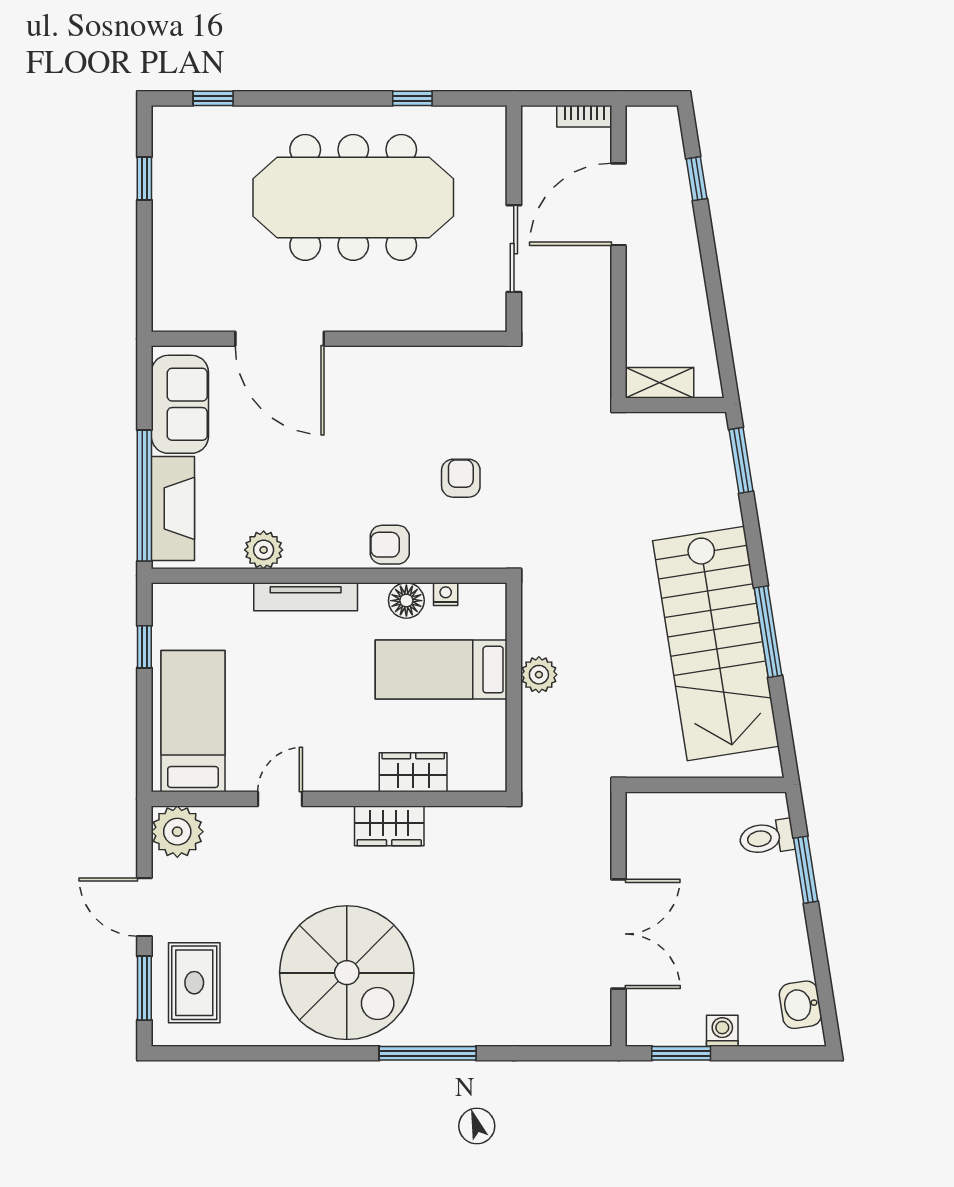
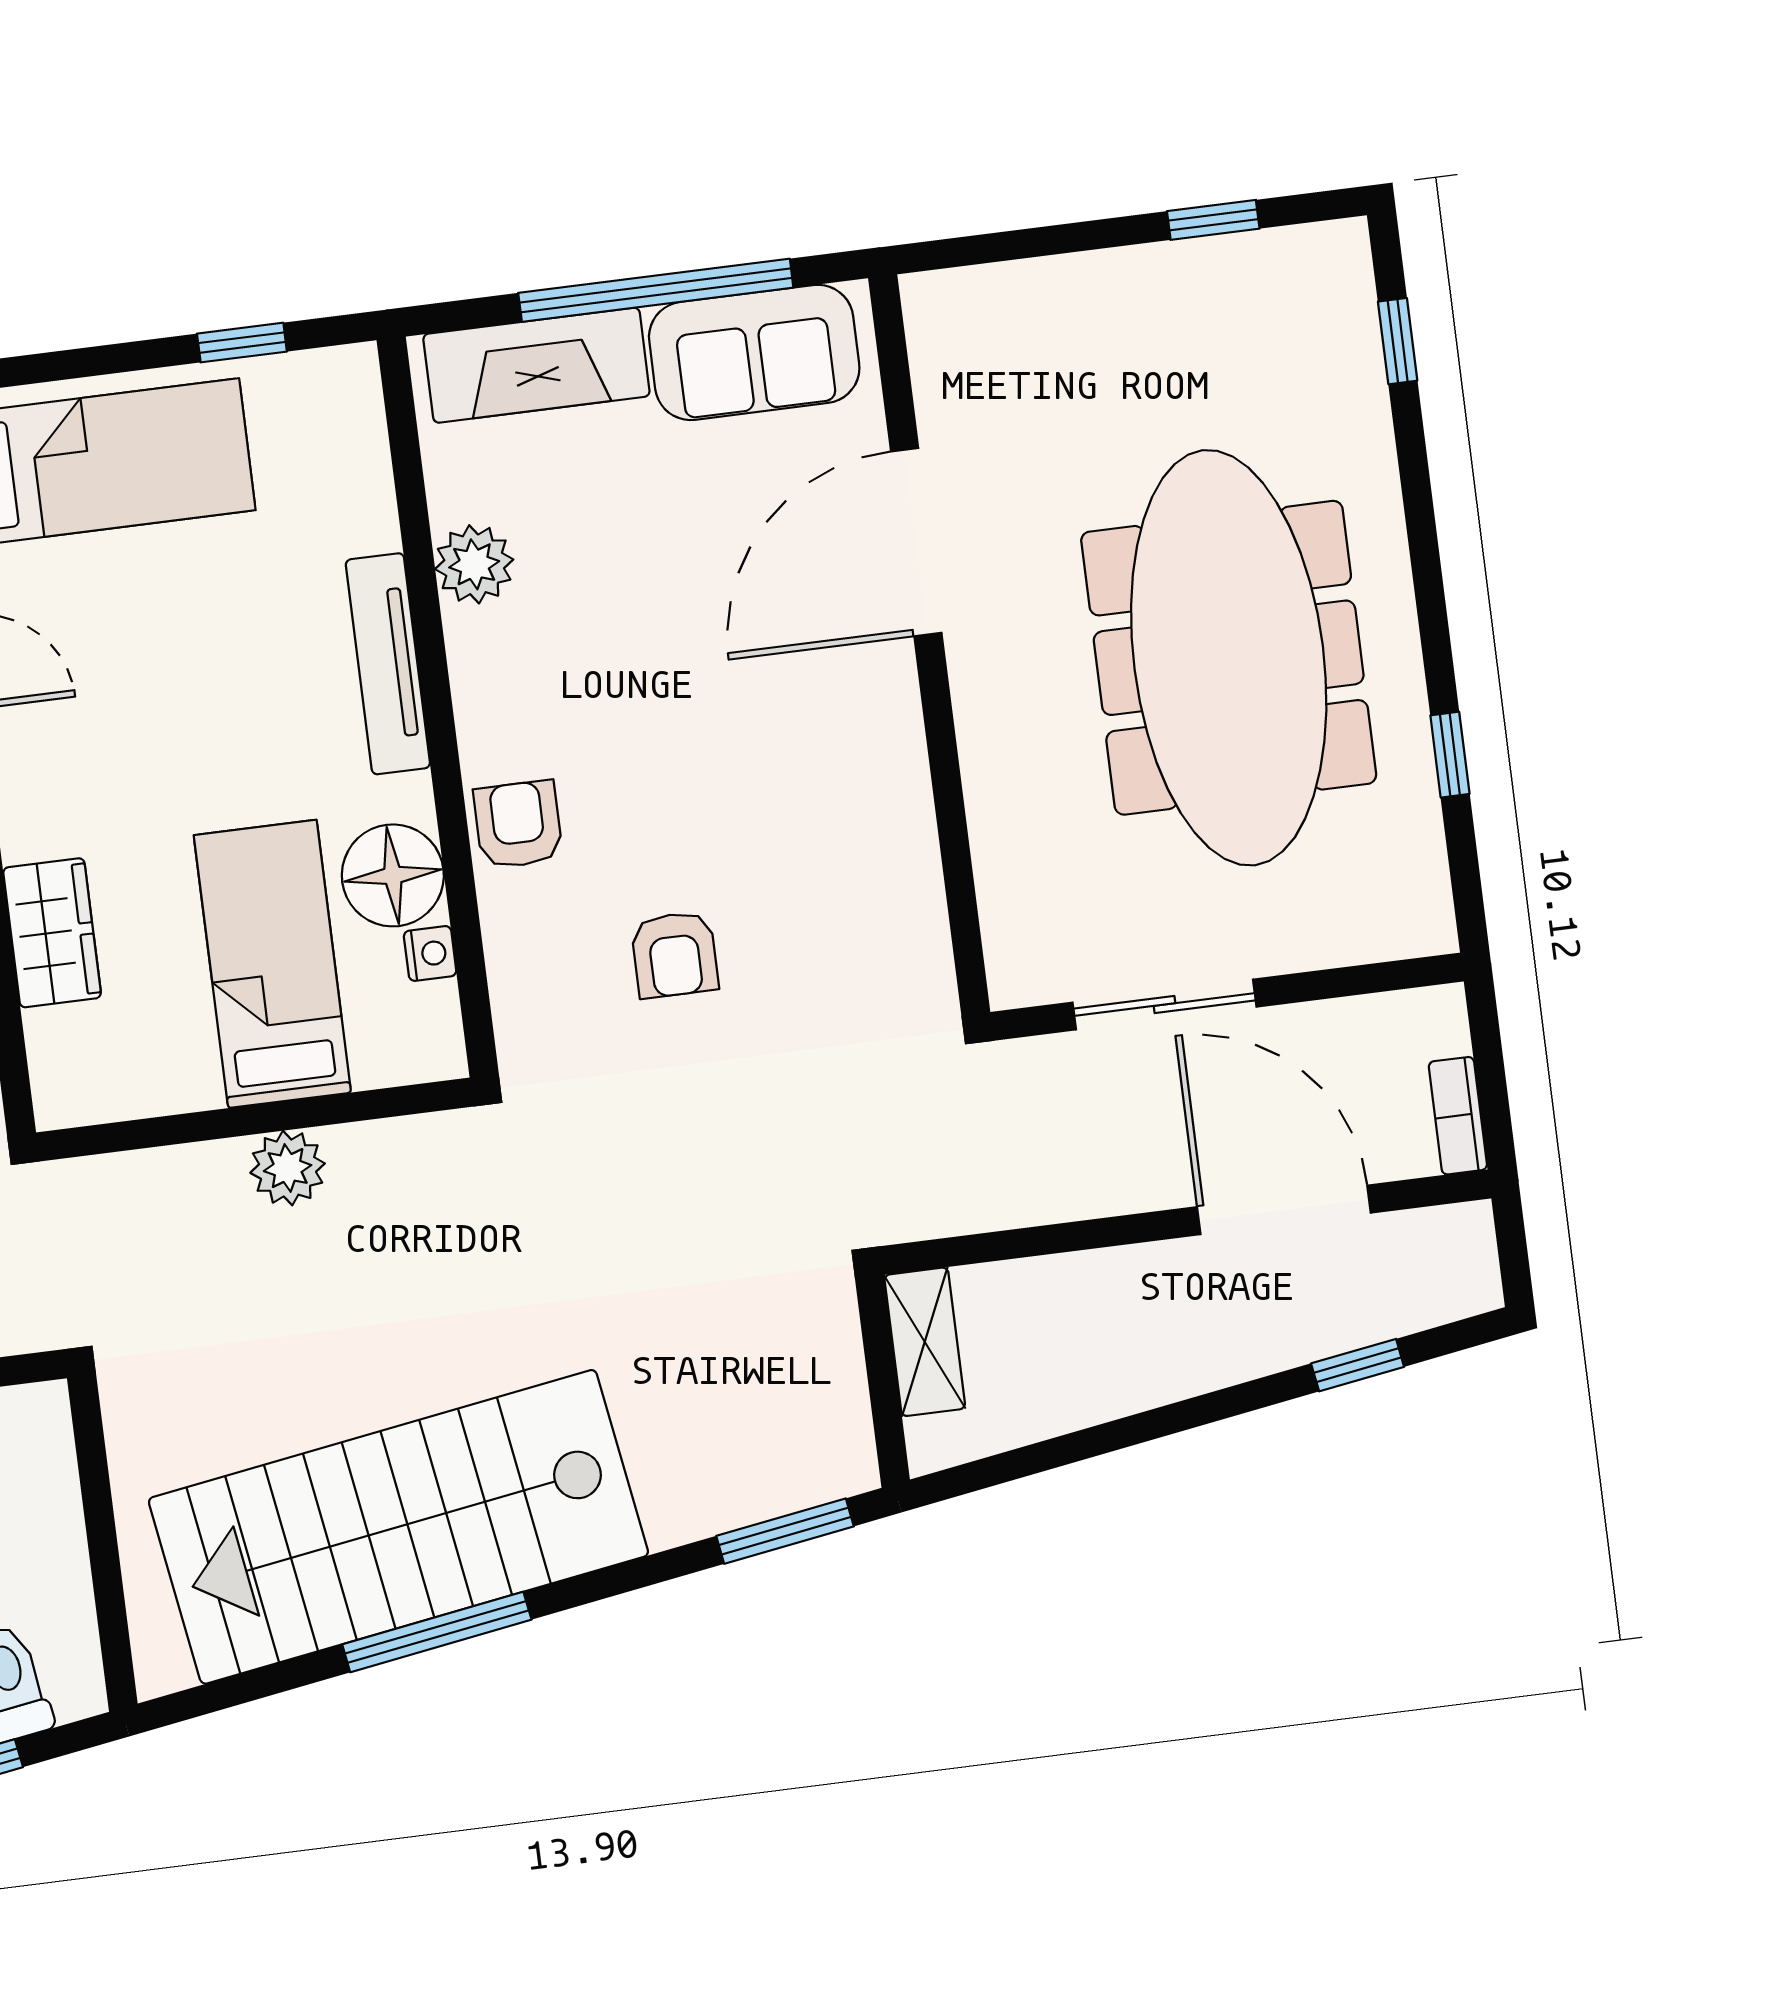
armchair: (461, 478) -> (675, 955), turned 90
window: (144, 496) -> (656, 290), moved
floor lamp: (406, 601) -> (393, 875), width x1.38, depth x1.38

